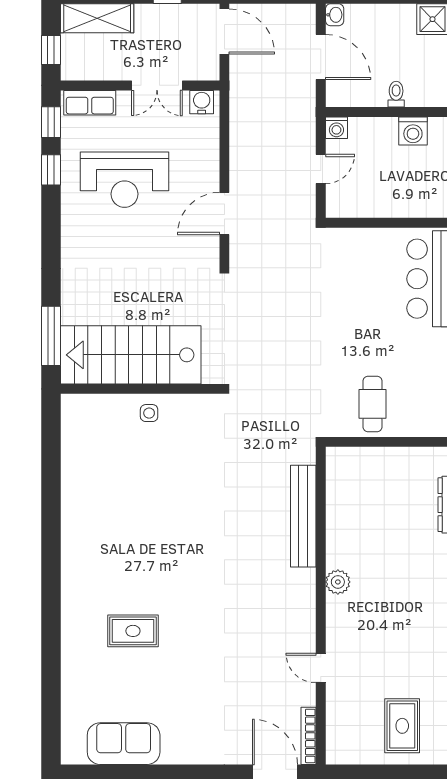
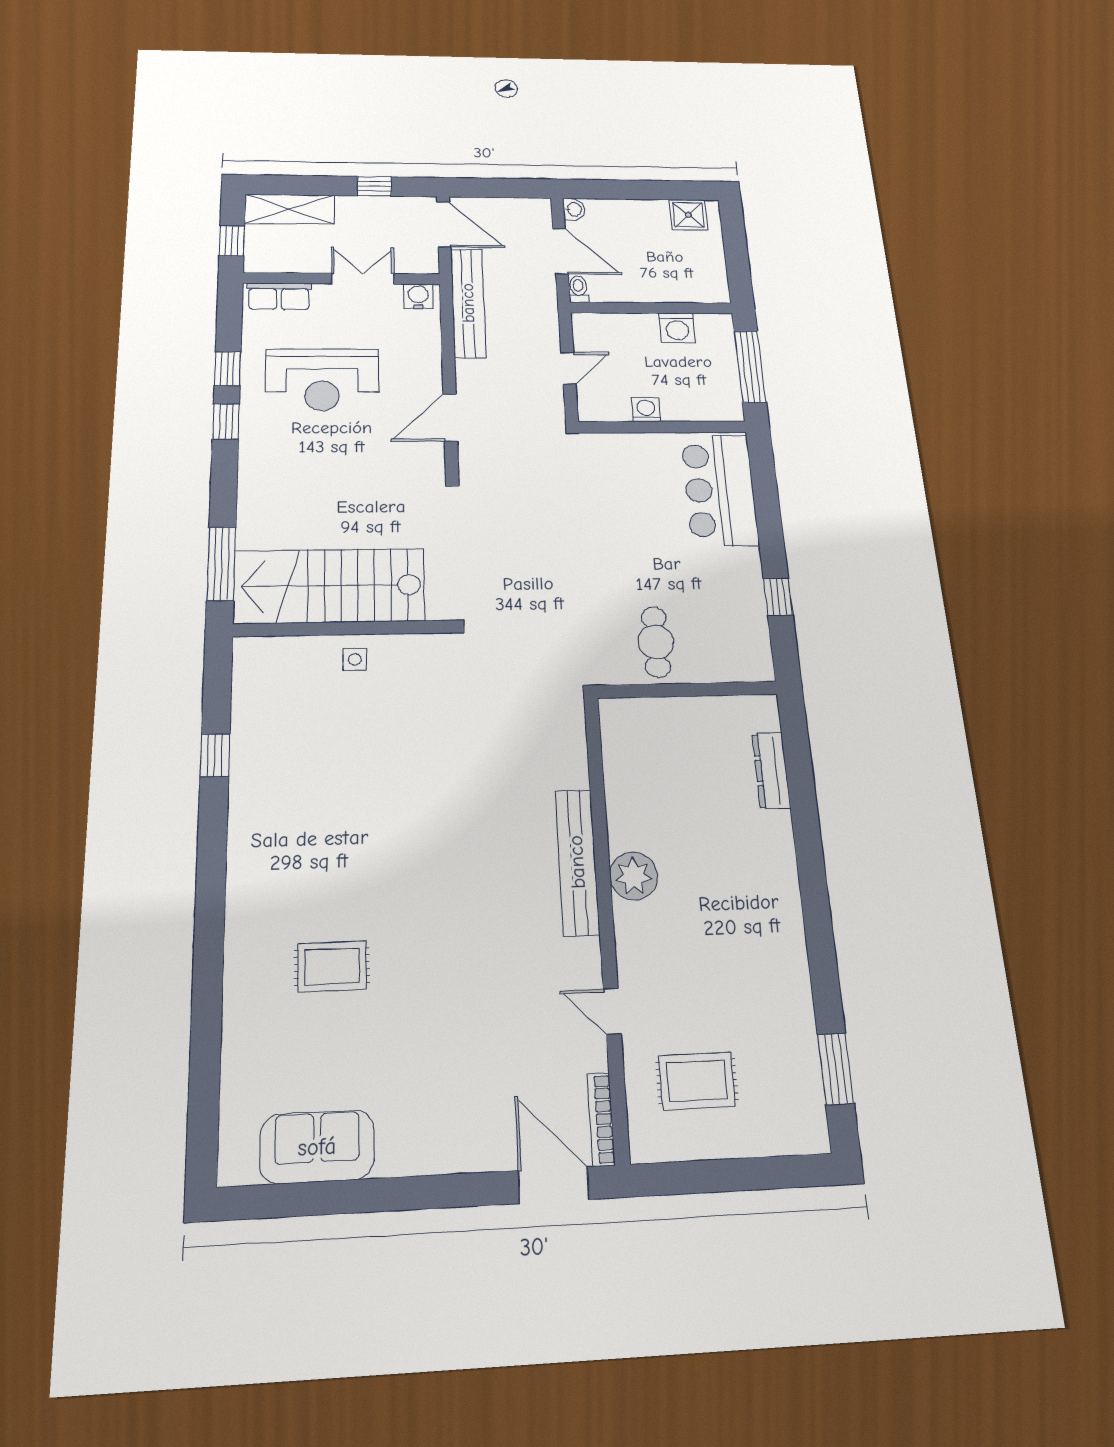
double door: (157, 85) -> (363, 279), swing flipped
toilet: (396, 94) -> (578, 289), moved
bench: (242, 108) -> (468, 303), added
window: (51, 122) -> (226, 421), moved
washing machine: (336, 128) -> (646, 410), moved, turned 180
window: (51, 482) -> (215, 755), added
bench: (303, 516) -> (577, 862), moved
plant: (338, 582) -> (634, 876), width x1.36, depth x1.36
rug: (402, 726) -> (697, 1081), moved, turned 90

